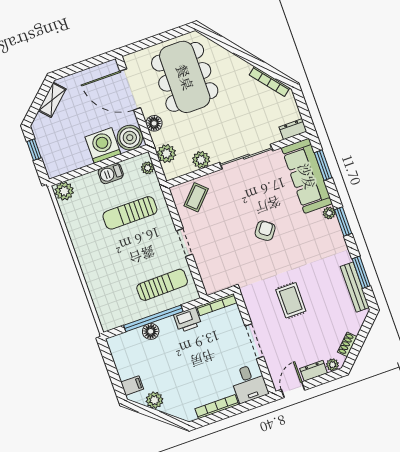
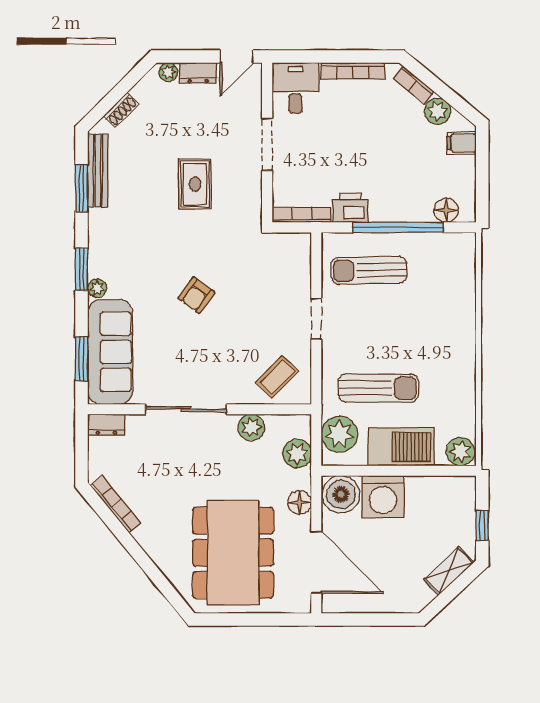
shelving: (52, 100) -> (449, 571), moved
plant: (148, 168) -> (339, 434), width x1.88, depth x1.88
barbecue: (111, 173) -> (401, 447), width x1.88, depth x1.53
floor lamp: (151, 331) -> (446, 210), moved
shoe rack: (347, 344) -> (121, 110), moved
bookcase: (175, 411) -> (413, 85), added

